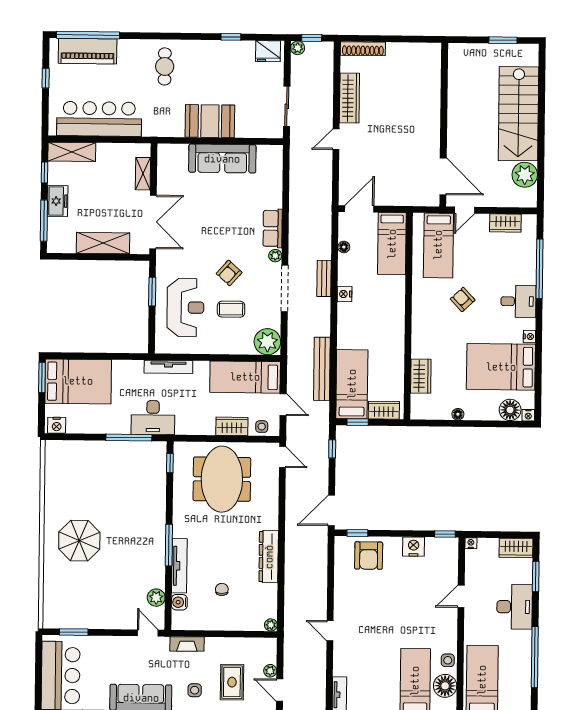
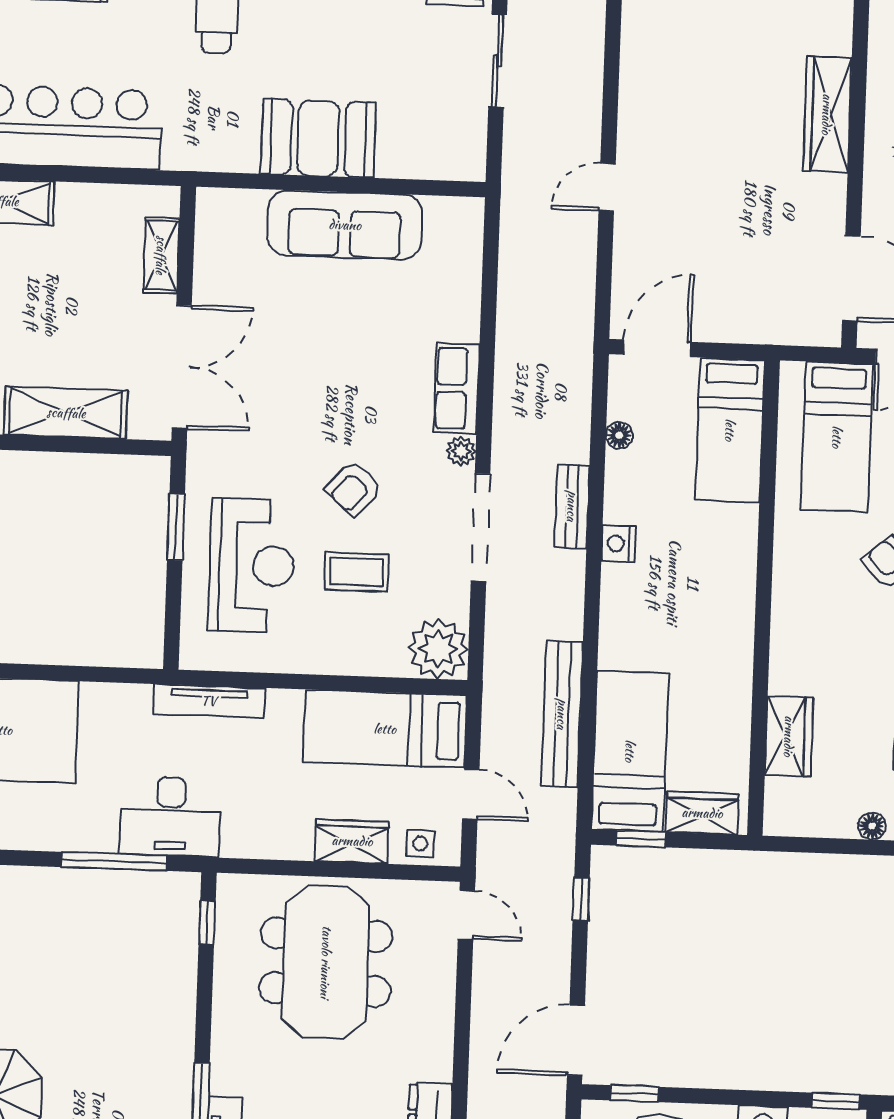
wardrobe: (349, 98) -> (827, 114), moved, turned 180
sliding door: (287, 106) -> (498, 61), moved

